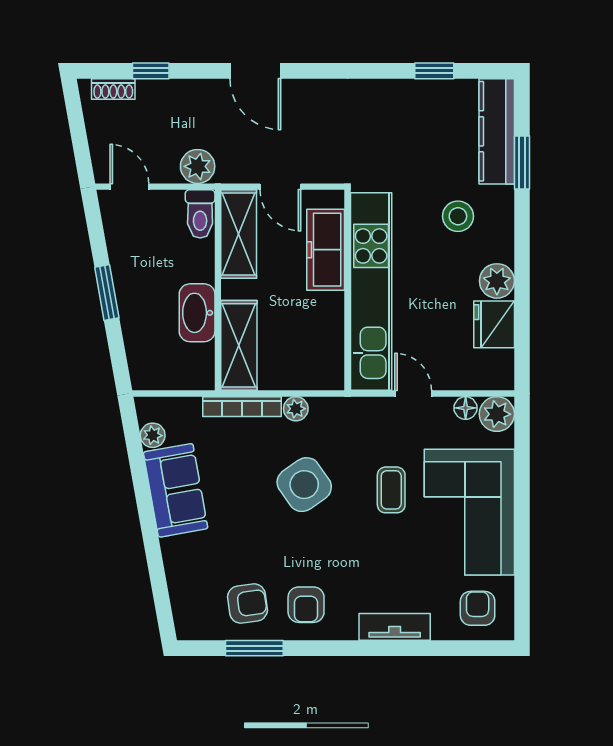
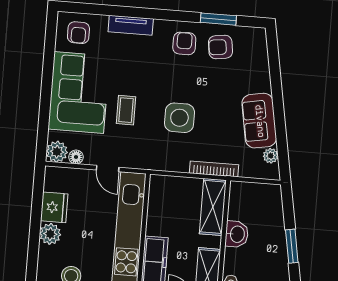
washbasin: (197, 313) -> (237, 234), width x0.72
plant: (296, 409) -> (181, 165), removed
side table: (304, 485) -> (179, 118), turned 35

